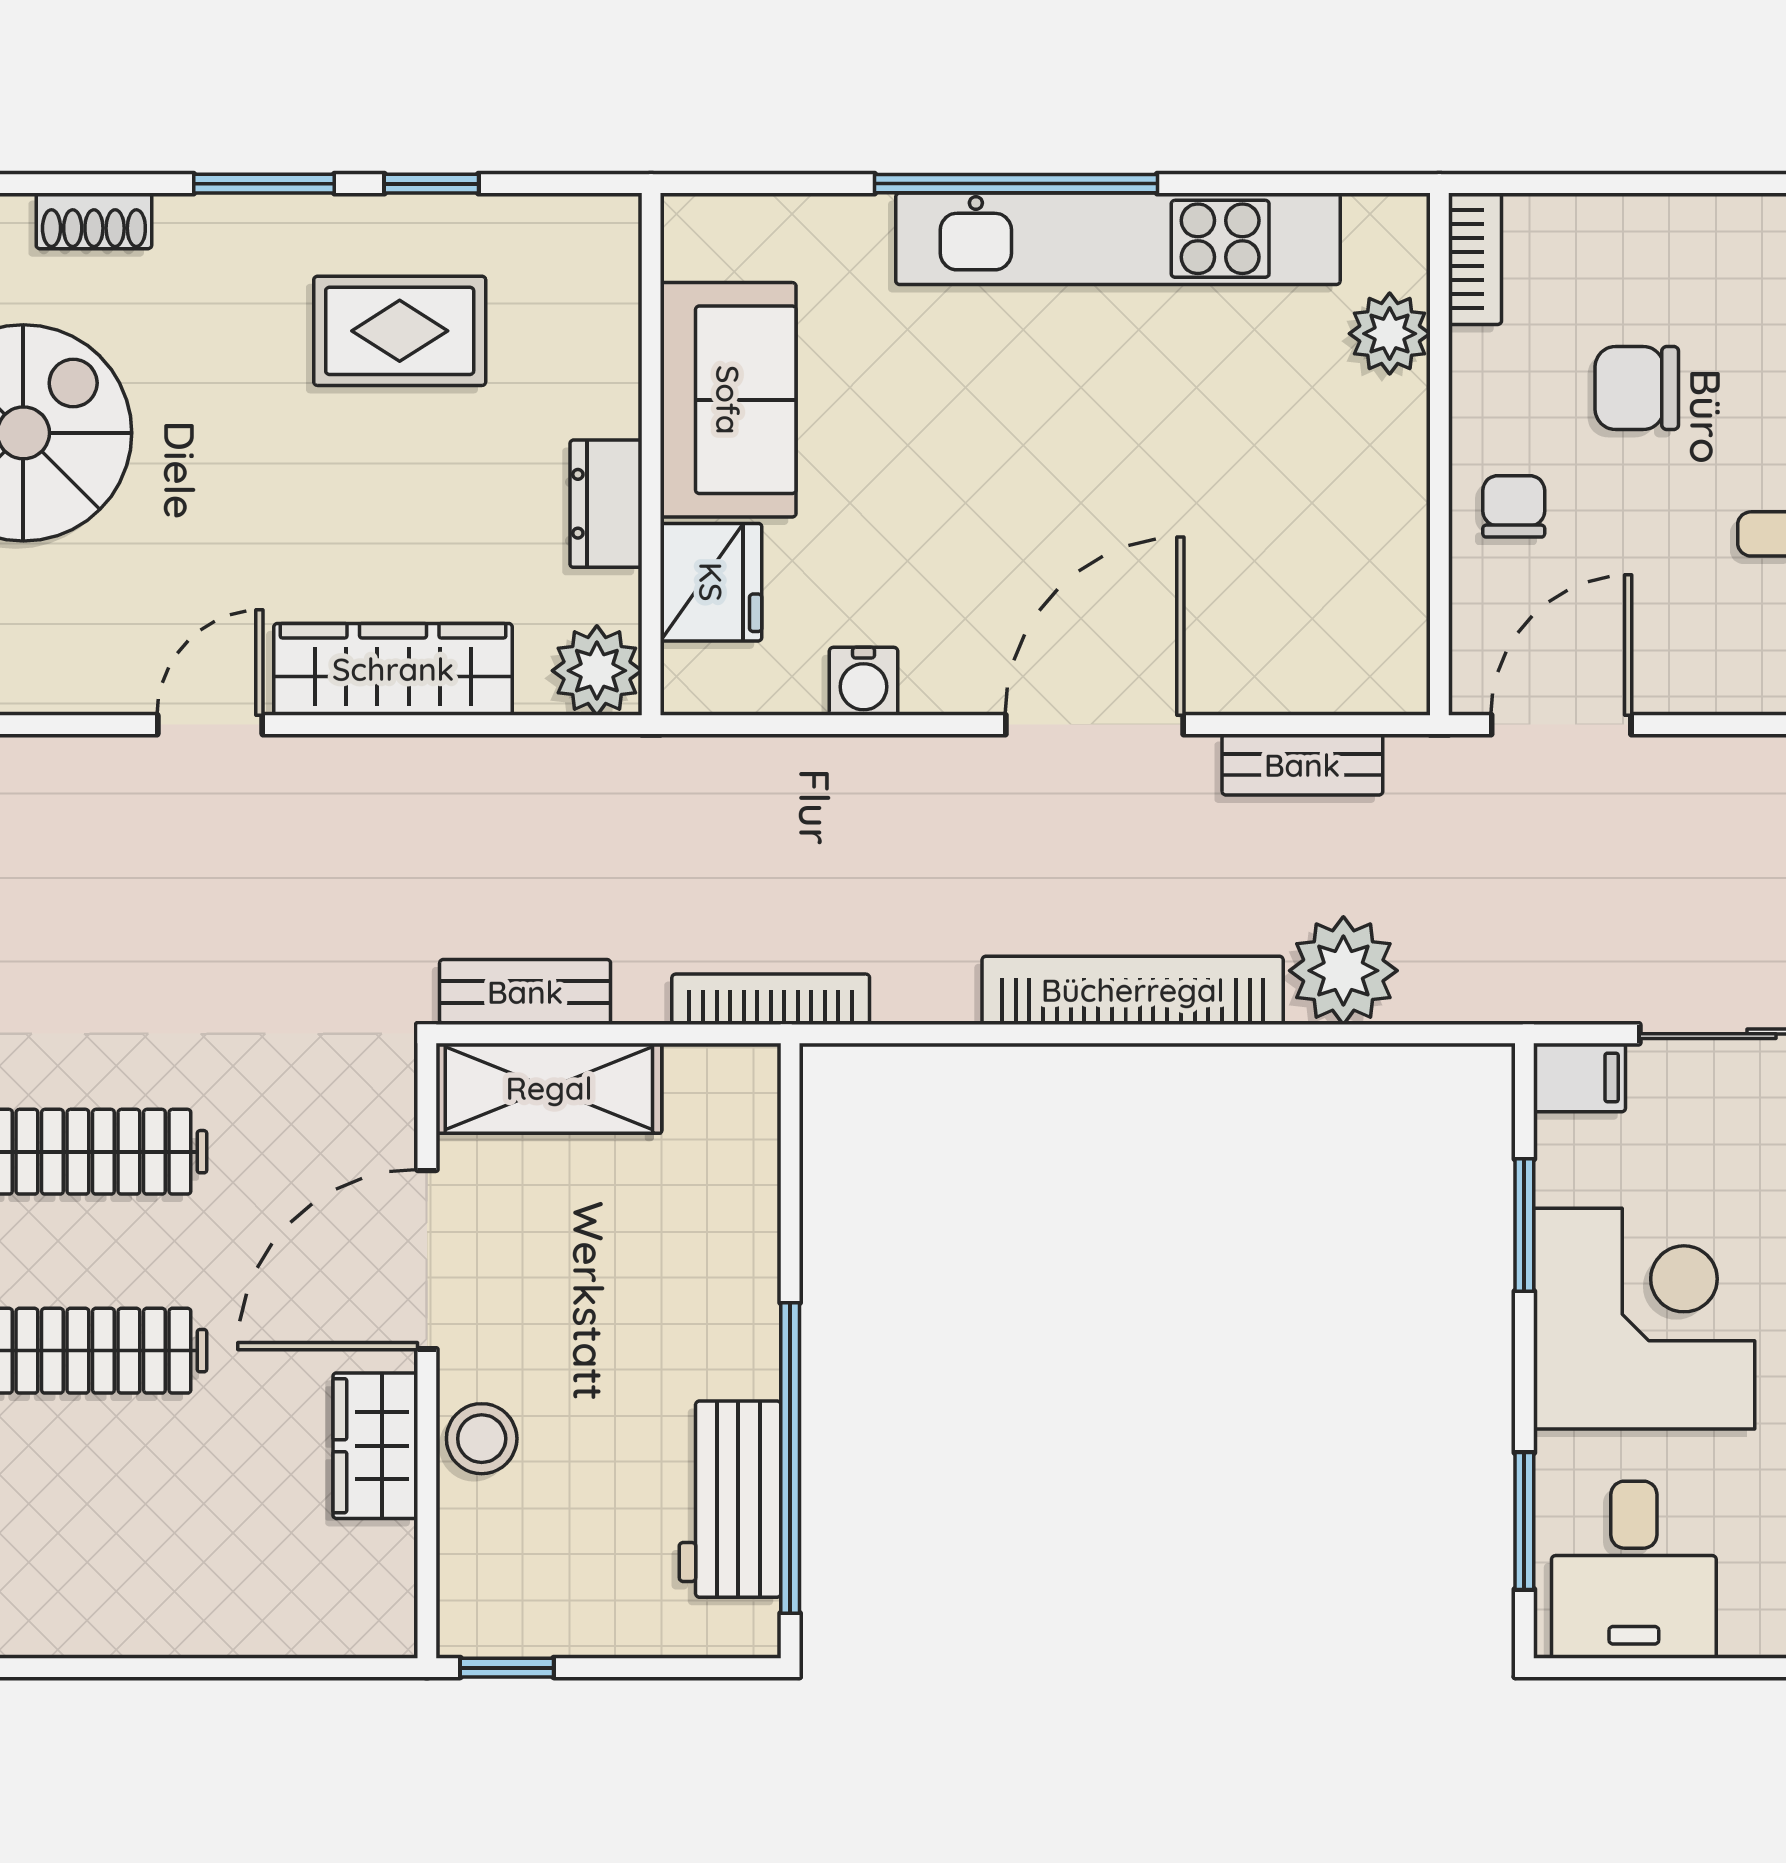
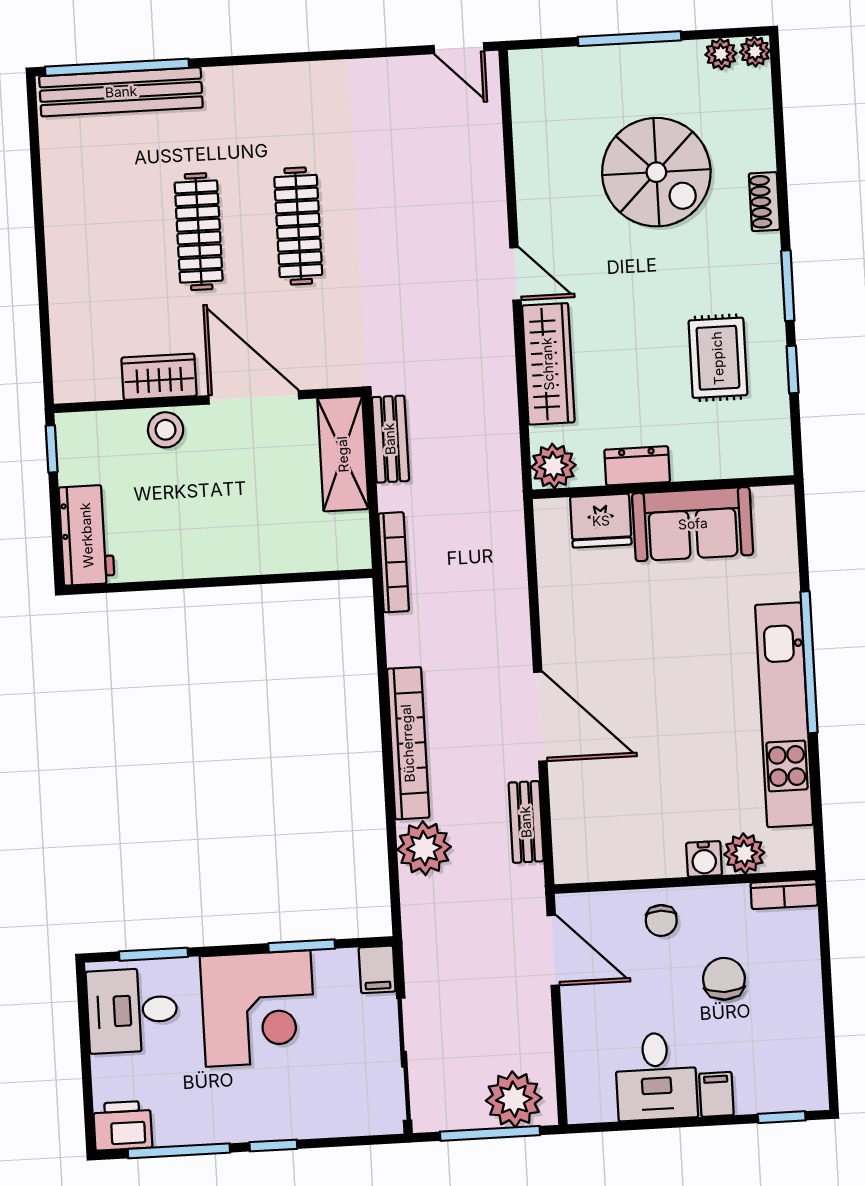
chair: (1514, 506) -> (661, 920), turned 91
water cooler: (864, 681) -> (704, 859), moved, turned -90
window: (790, 1458) -> (165, 585), removed
workbench: (730, 1499) -> (87, 535), moved, turned 90

